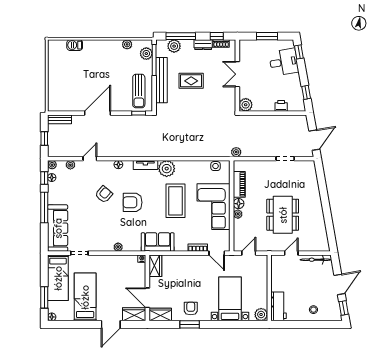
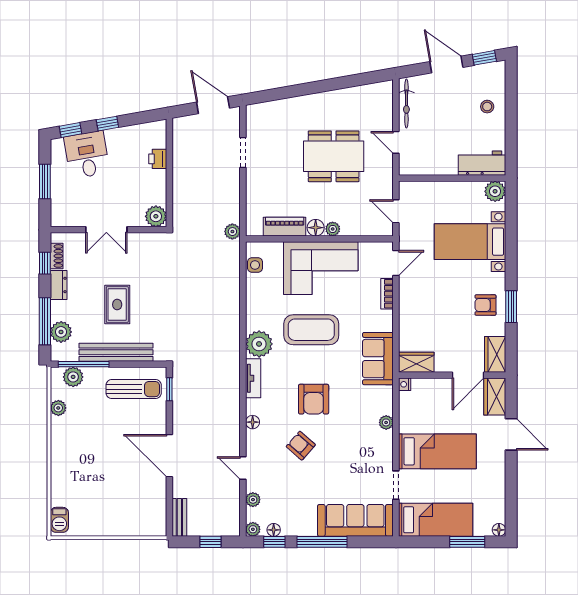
barbecue: (75, 45) -> (59, 520), moved
window: (306, 92) -> (107, 124), moved
bed: (85, 297) -> (437, 451), moved, turned 180

